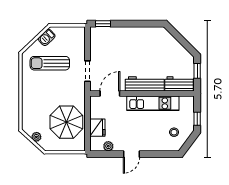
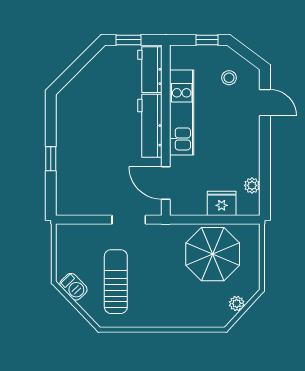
window: (103, 24) -> (51, 159), moved
sun lounger: (50, 63) -> (116, 282), turned 180
door: (131, 154) -> (265, 103), moved

